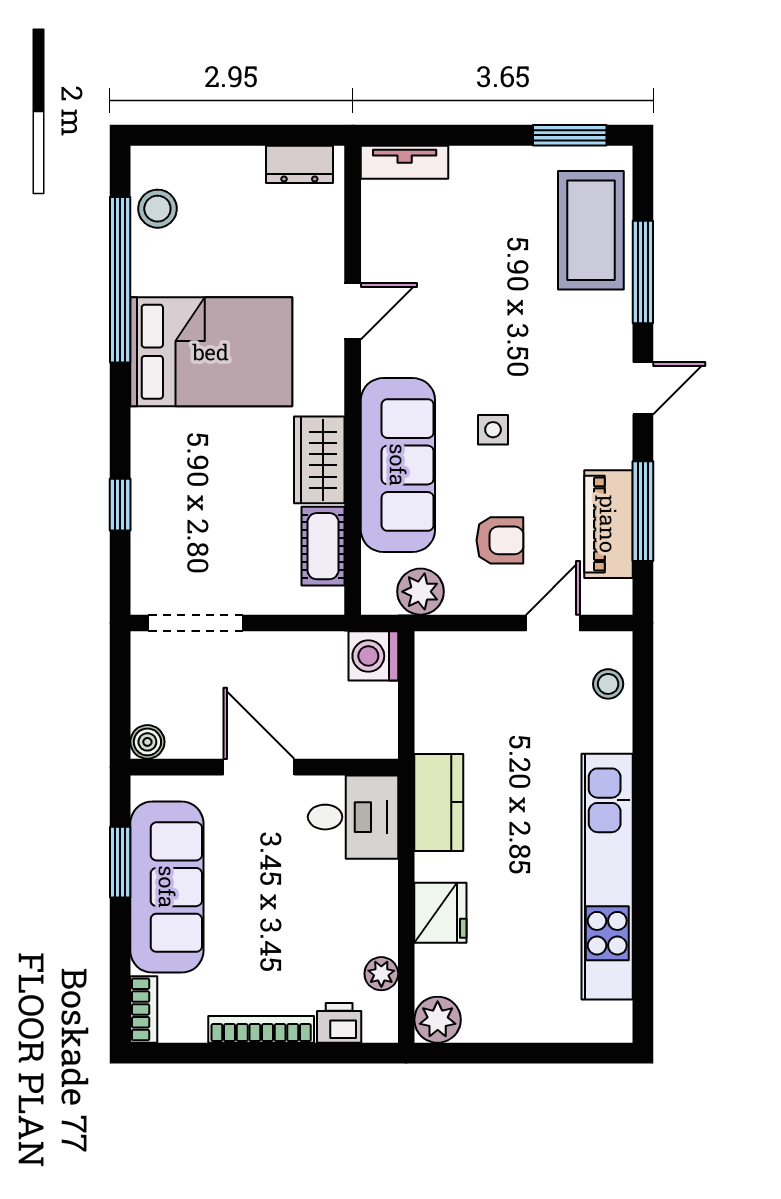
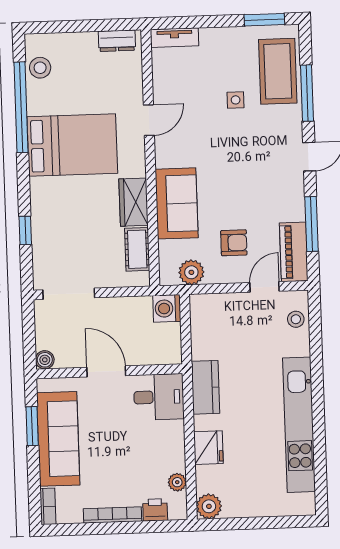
side table: (493, 430) -> (236, 100), moved
sofa: (398, 465) -> (177, 203), width x0.73
piano: (608, 524) -> (294, 252), moved

